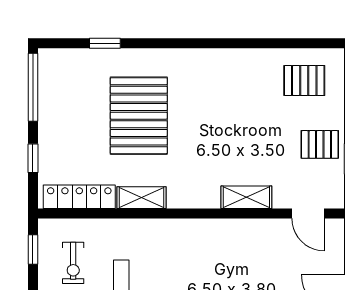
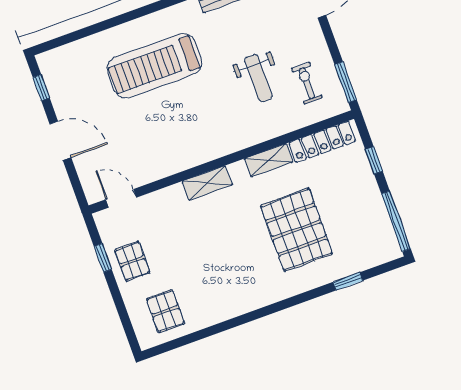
pallet: (304, 81) -> (165, 311), turned 90
pallet: (320, 144) -> (132, 261), turned 90
shelving: (246, 197) -> (207, 183), moved
window: (33, 249) -> (346, 82), width x1.50

